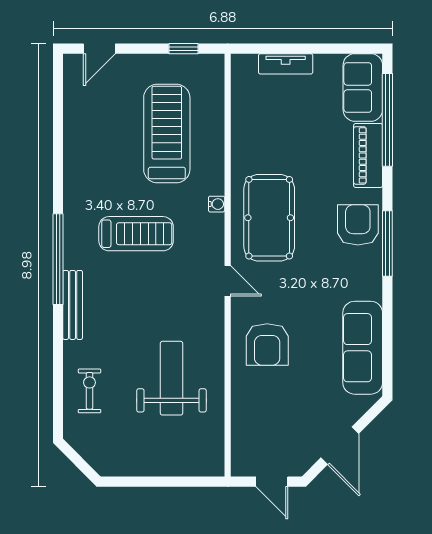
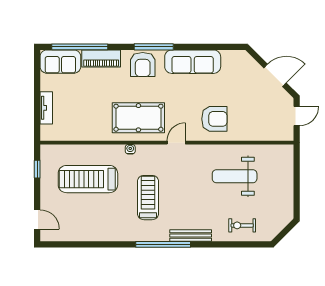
armchair: (358, 225) -> (143, 65), turned -90
sofa: (363, 348) -> (193, 62), moved

